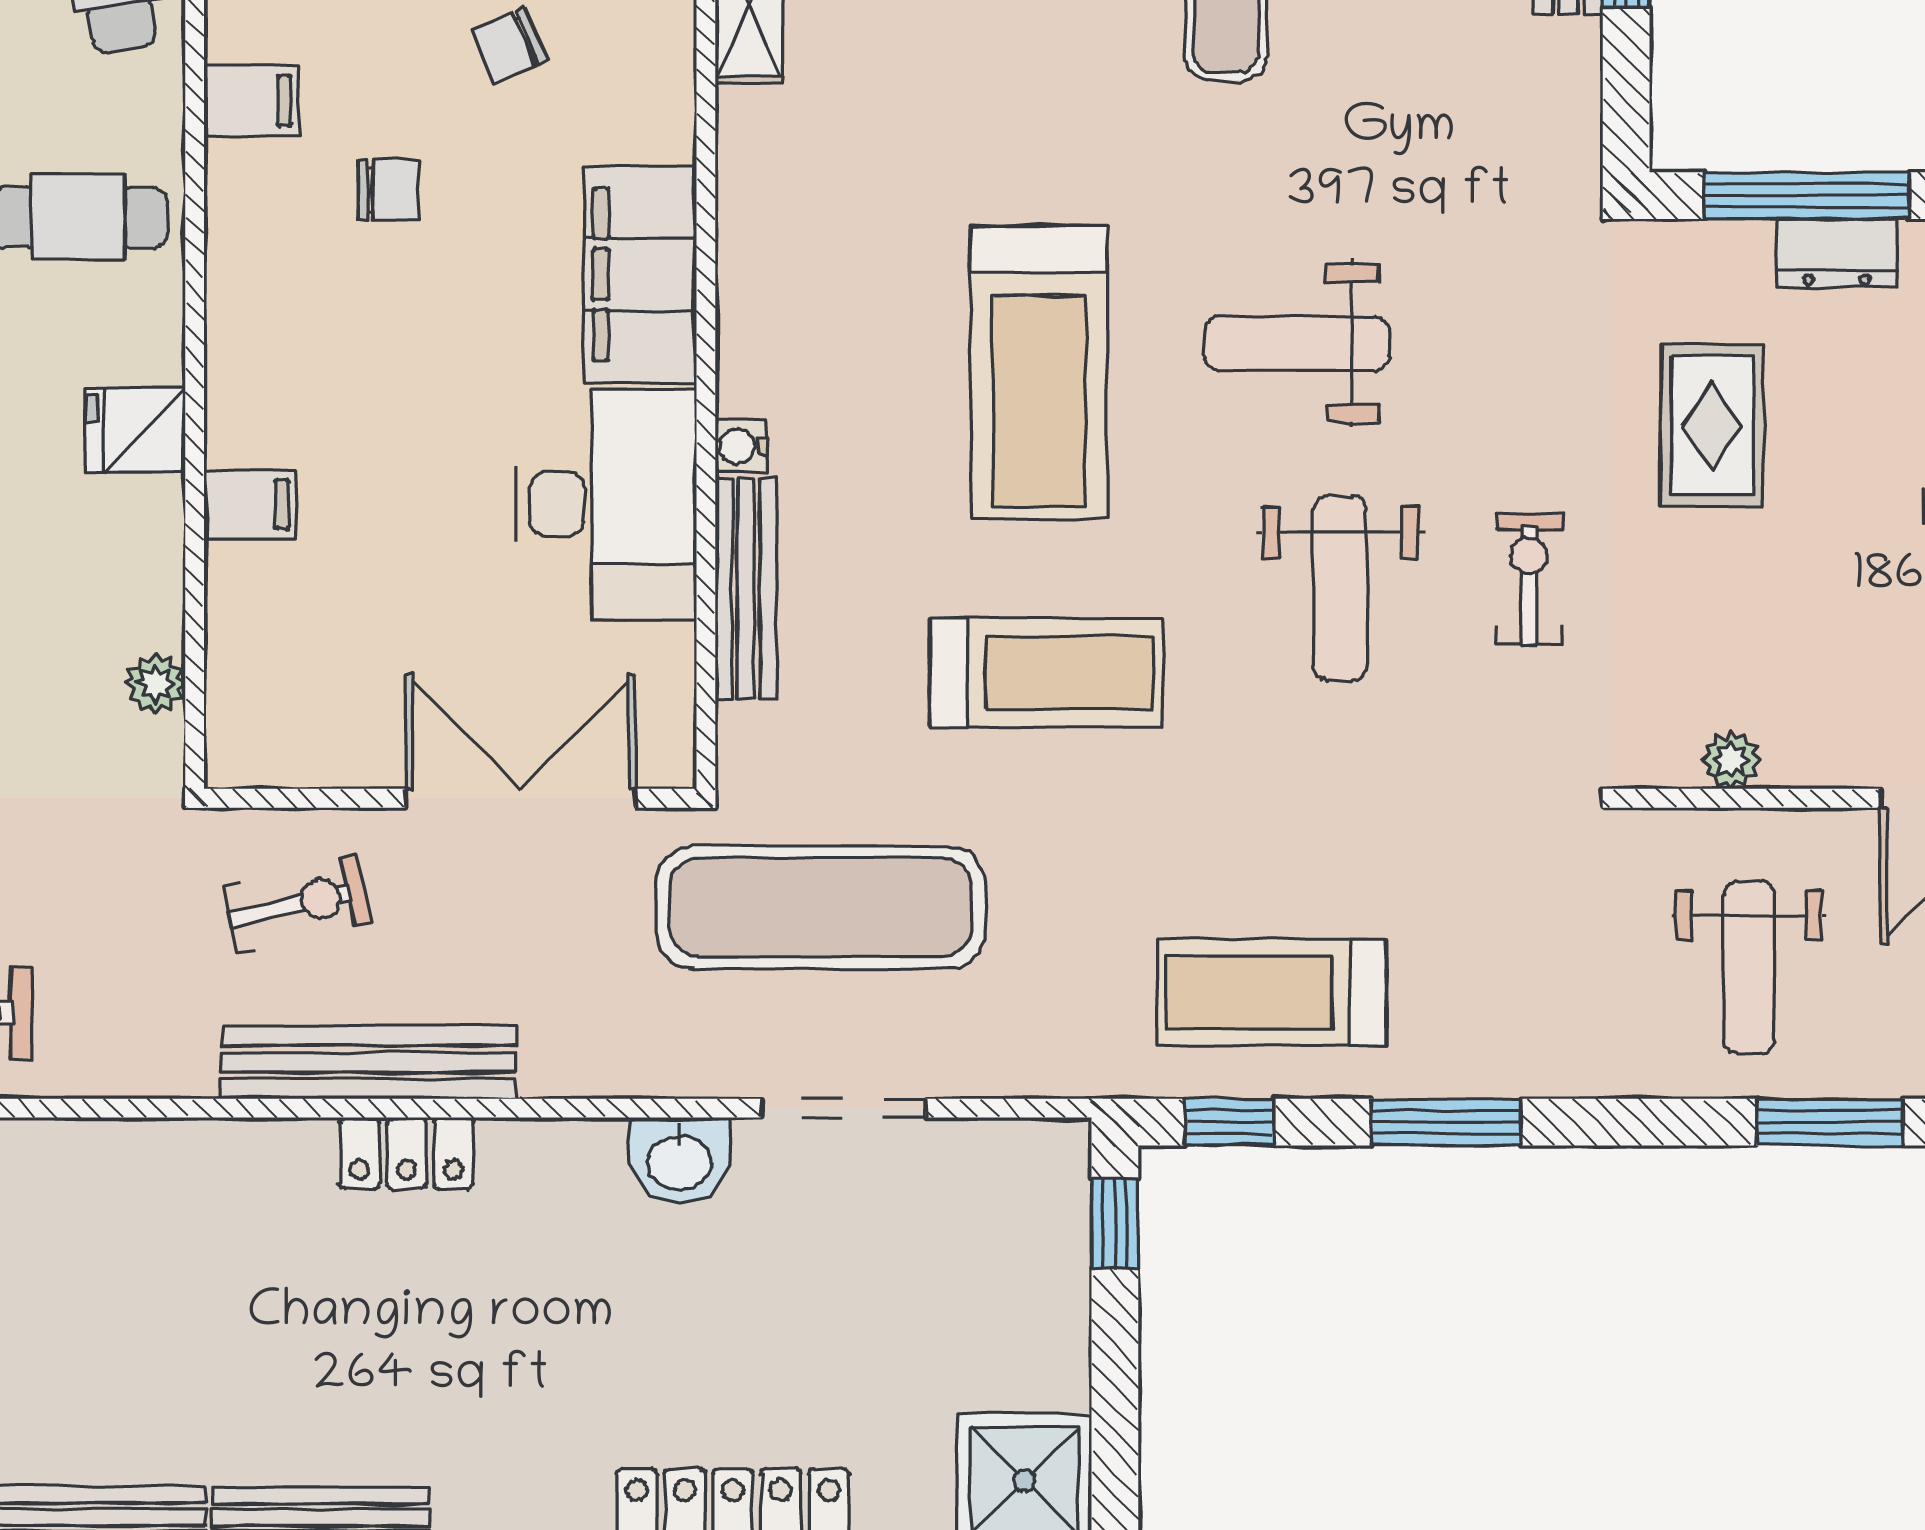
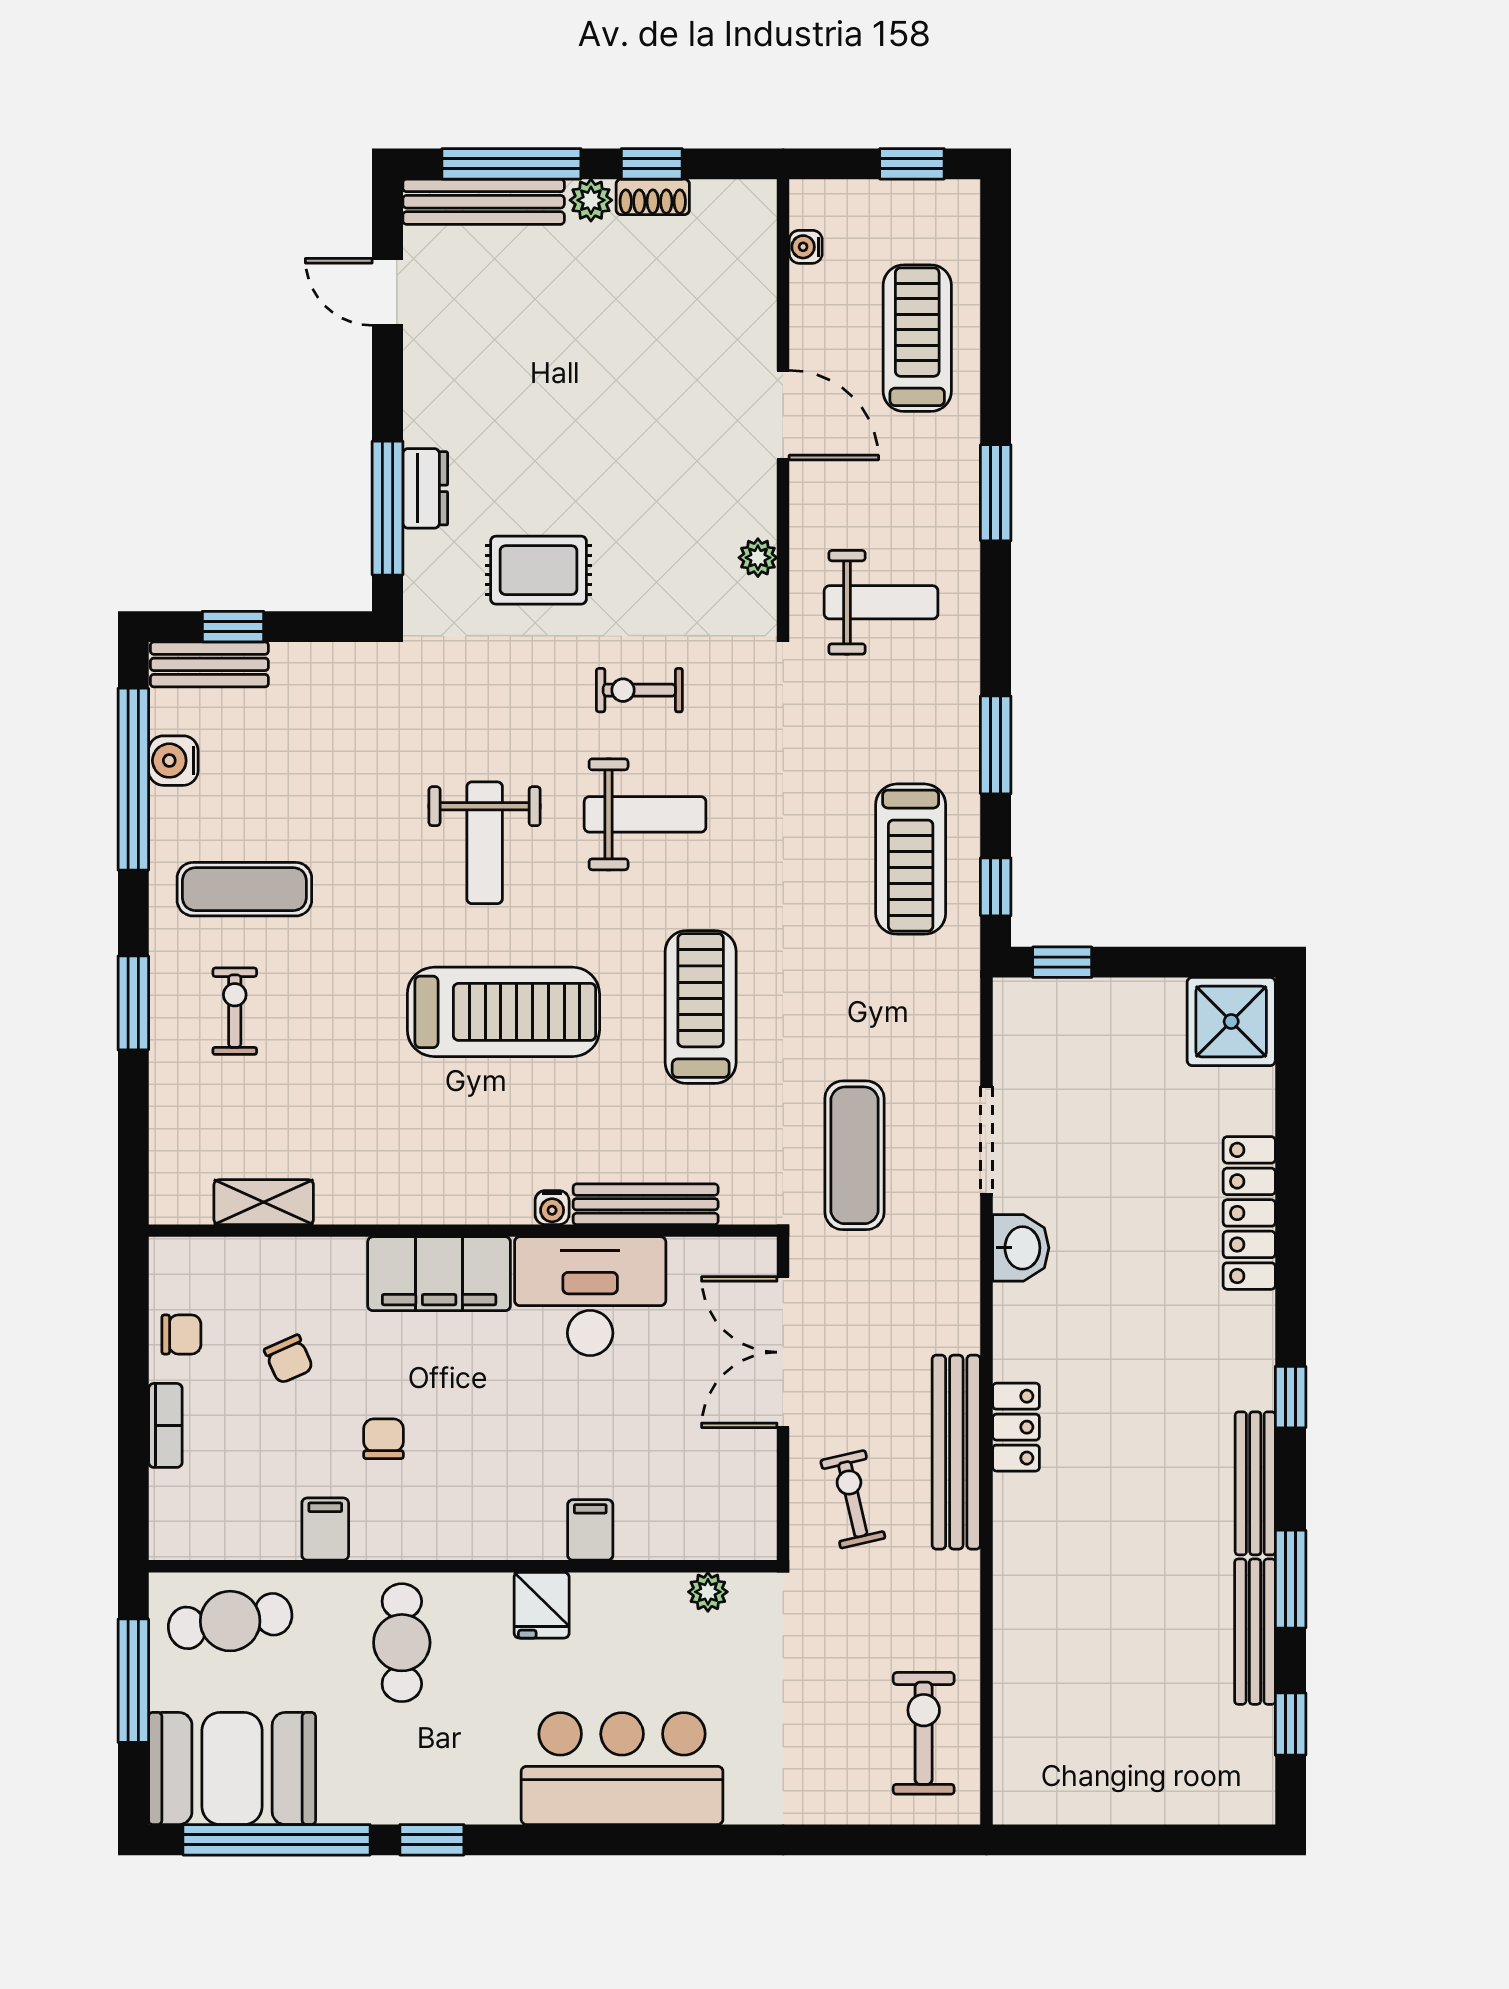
exercise mat: (821, 907) -> (855, 1155), width x0.73, depth x0.69
weight bench: (1749, 967) -> (881, 602), moved

